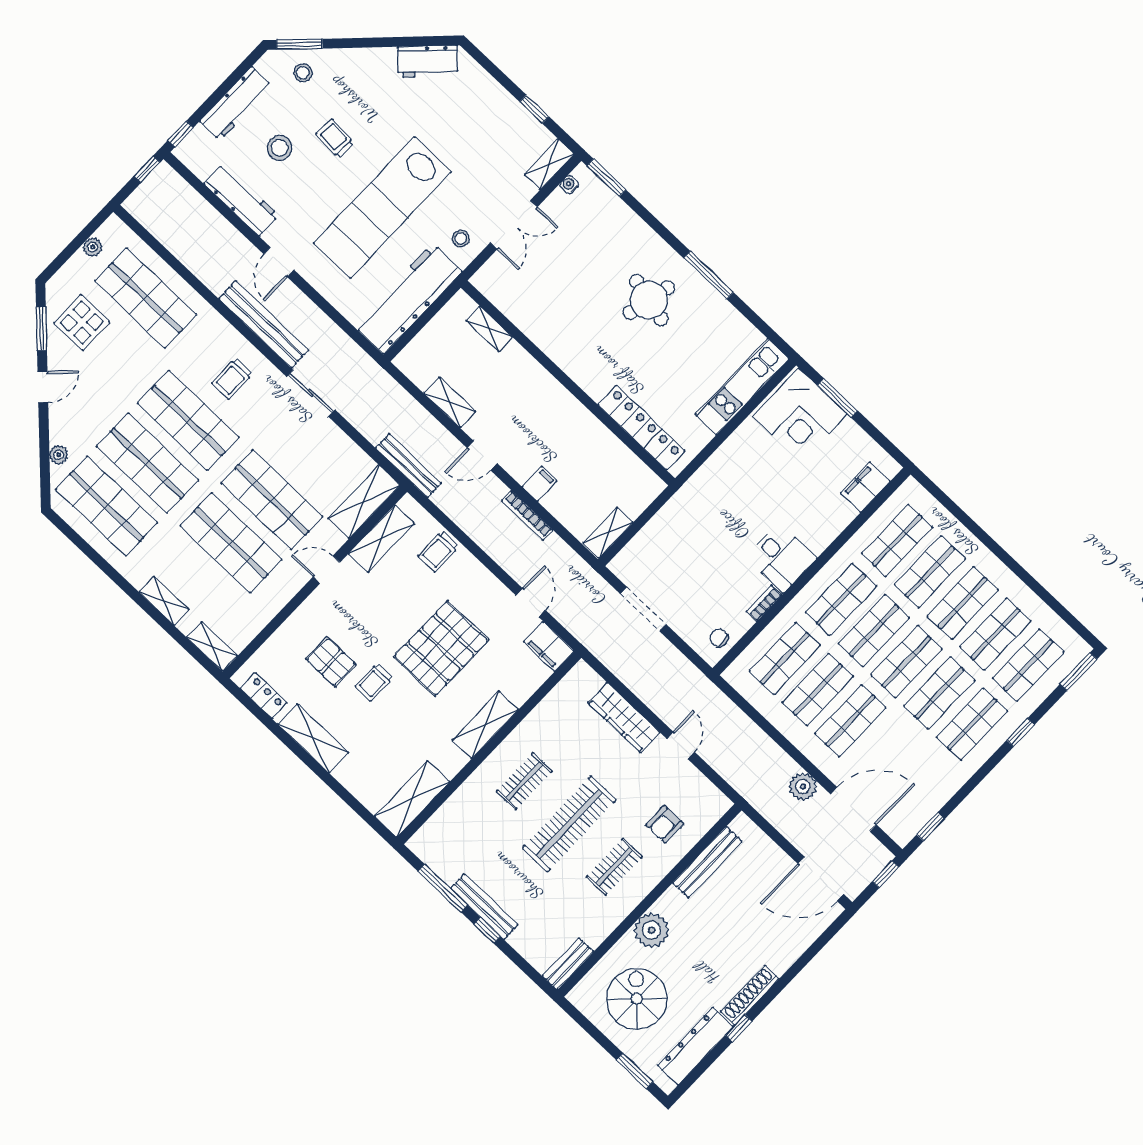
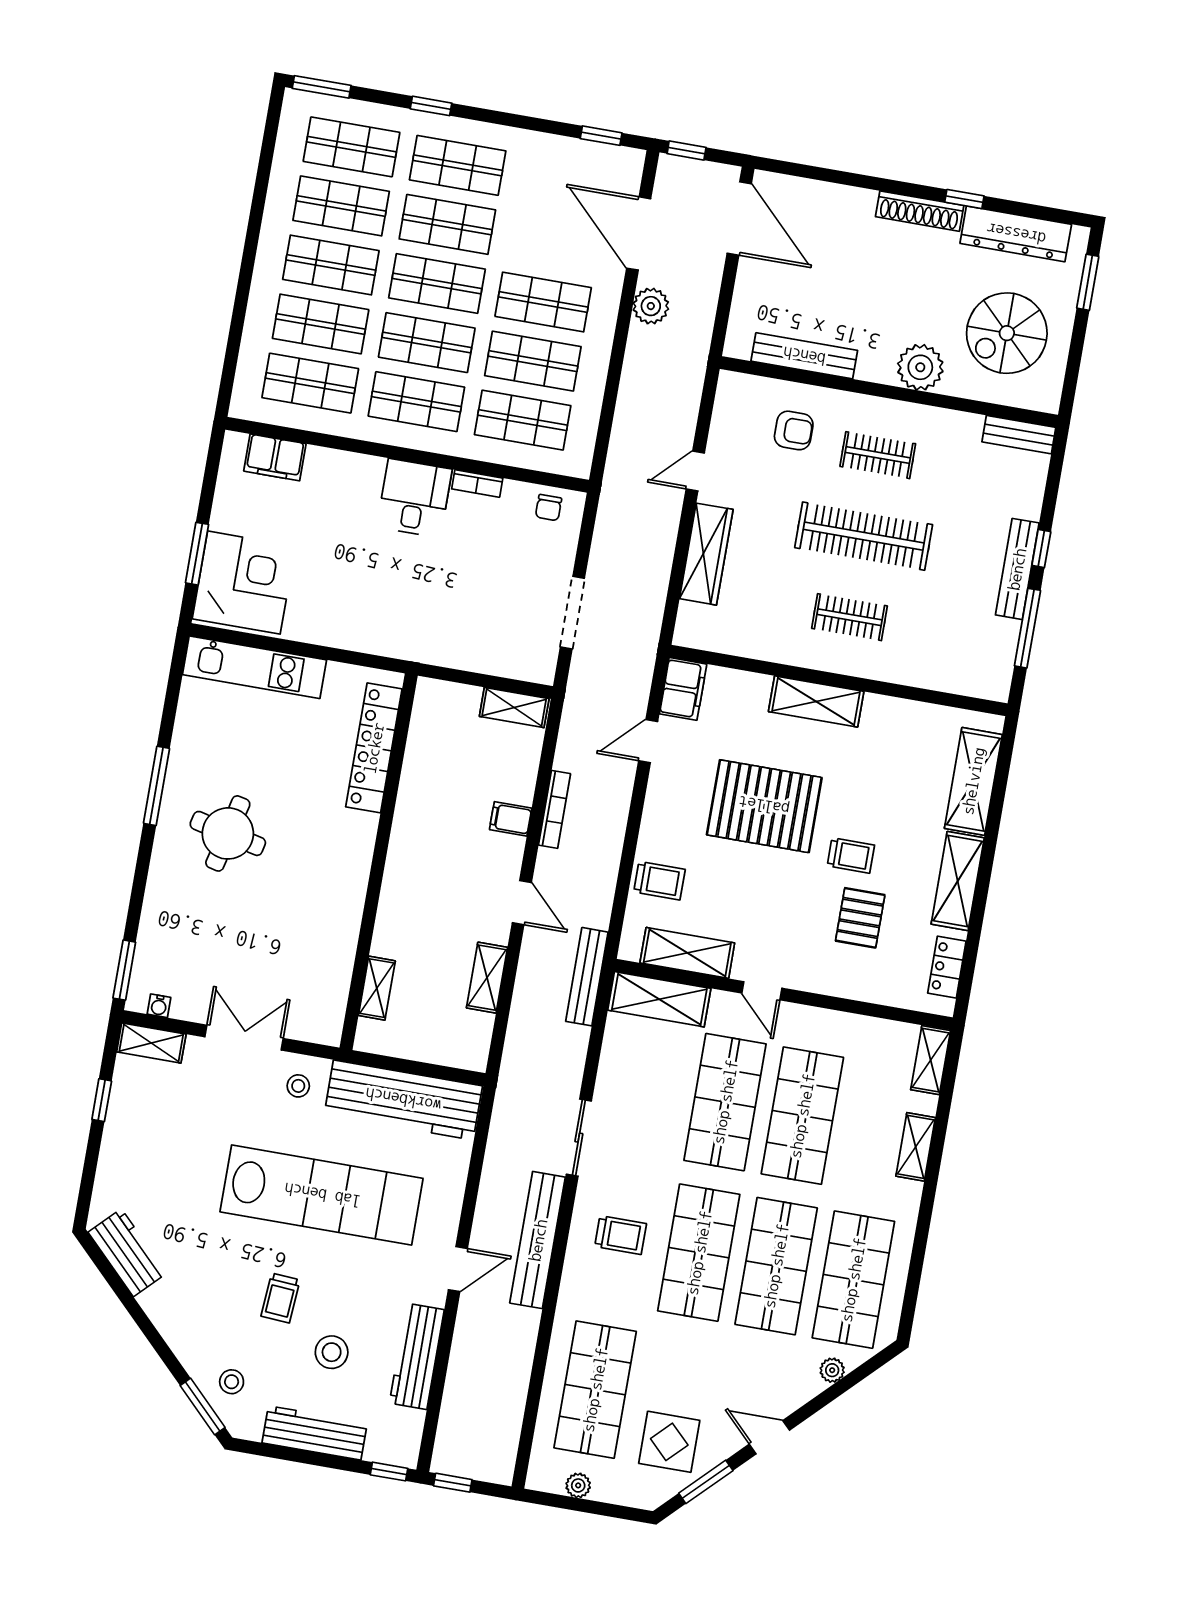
shelving: (412, 799) -> (973, 781), moved, turned 90

